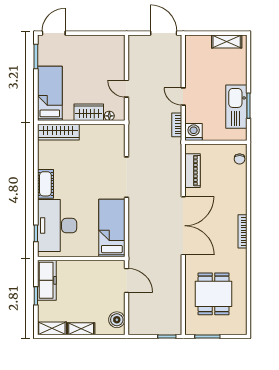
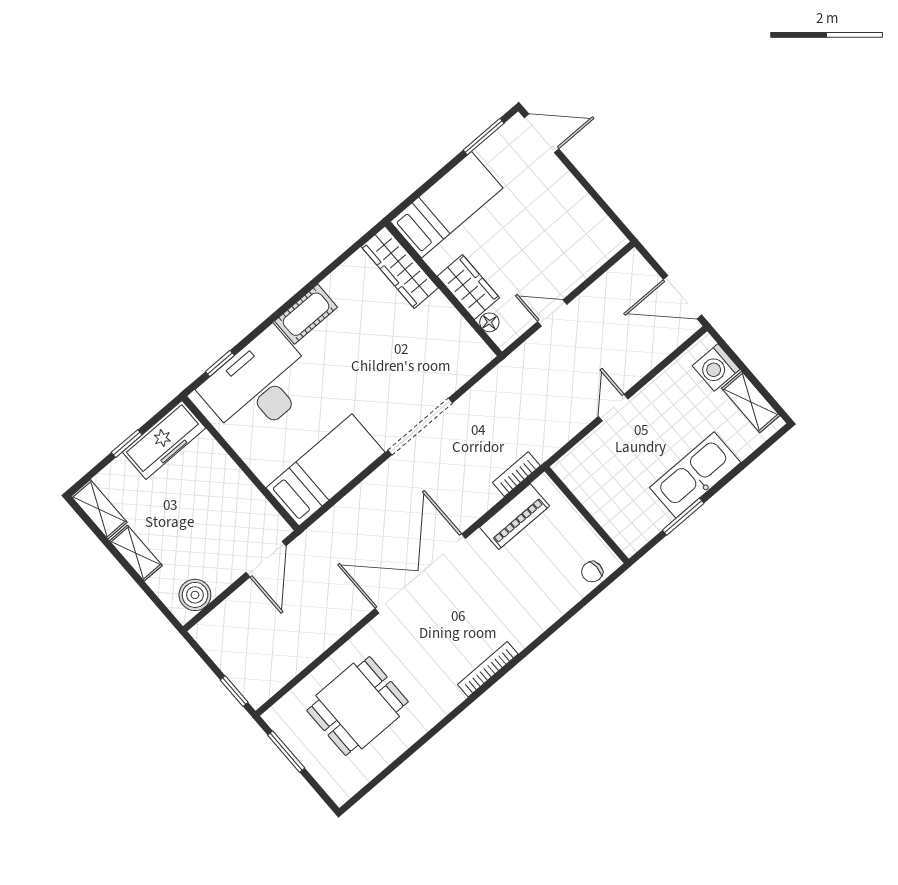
door: (164, 33) -> (682, 297), swing flipped
door: (127, 89) -> (552, 313), hinge flipped
kitchen sink: (236, 107) -> (695, 475), moved
bookcase: (177, 125) -> (516, 474), moved
washing machine: (194, 132) -> (716, 368), moved, turned 180
double door: (183, 226) -> (420, 573), swing flipped

